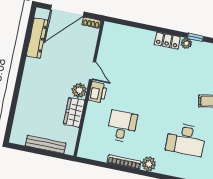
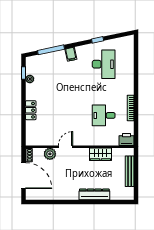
dresser: (37, 38) -> (94, 194), moved
locker: (167, 41) -> (31, 110), moved
plant: (79, 90) -> (50, 154), moved
printer: (98, 92) -> (127, 139), moved
plant: (149, 164) -> (128, 89), removed

